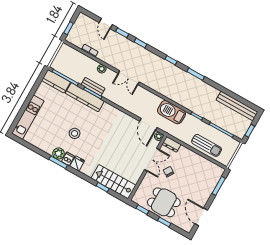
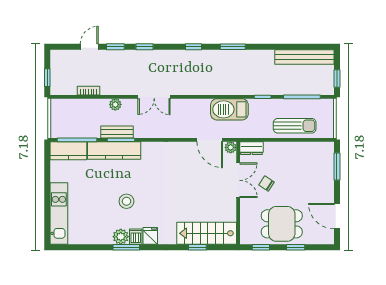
door: (106, 24) -> (89, 47), swing flipped

